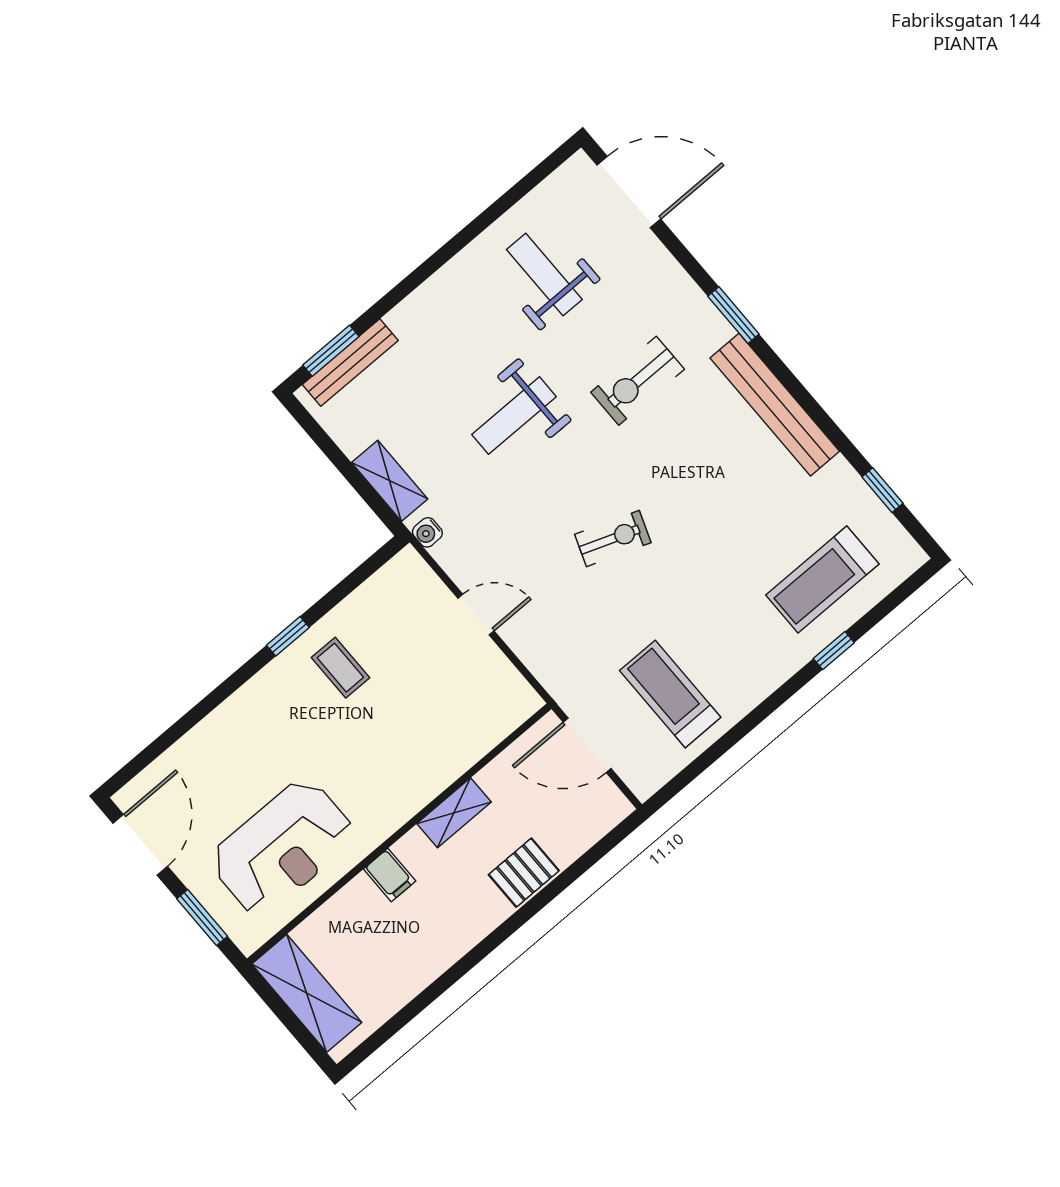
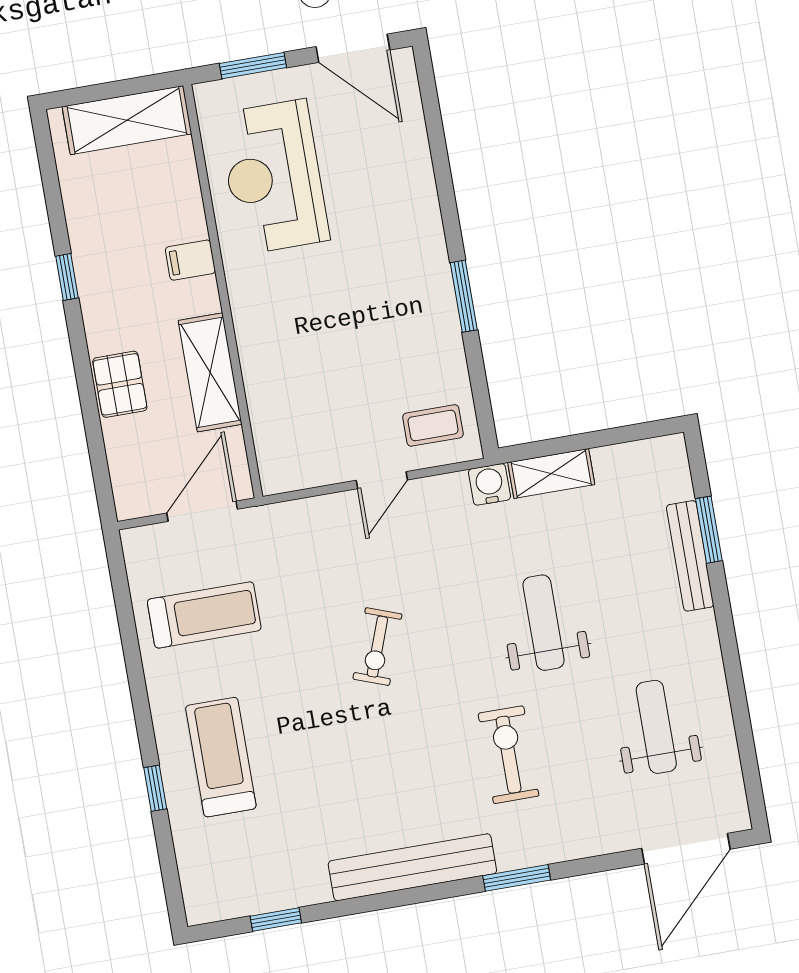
weight bench: (544, 274) -> (656, 727), turned -90
window: (331, 351) -> (709, 530), moved
bench: (350, 363) -> (690, 556), moved
water cooler: (427, 532) -> (489, 484), width x1.38, depth x1.38
treadmill: (822, 579) -> (221, 757), moved
window: (288, 636) -> (464, 296), width x1.50
coffee table: (340, 668) -> (433, 425), moved
shelving: (454, 813) -> (210, 372), width x1.50, depth x1.33
window: (462, 967) -> (67, 277), added

